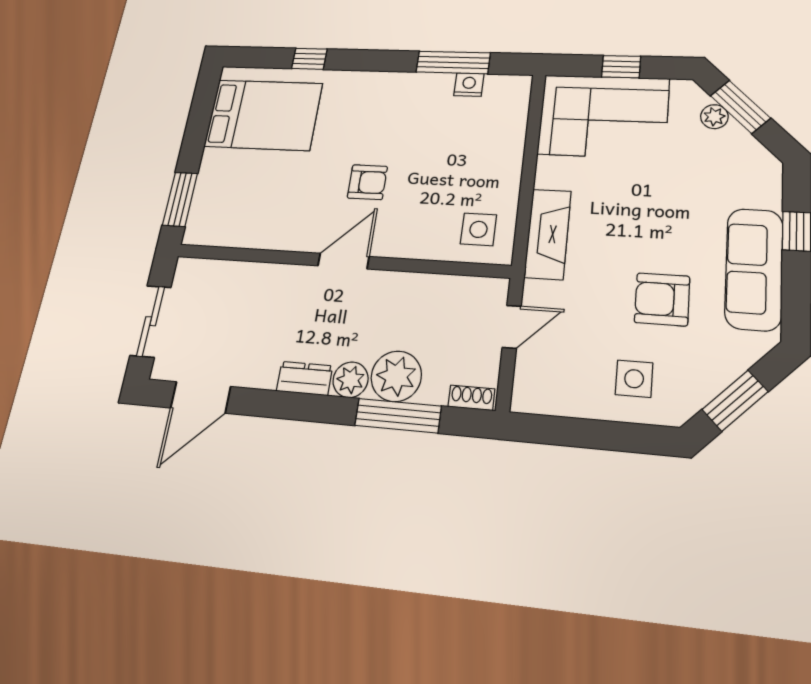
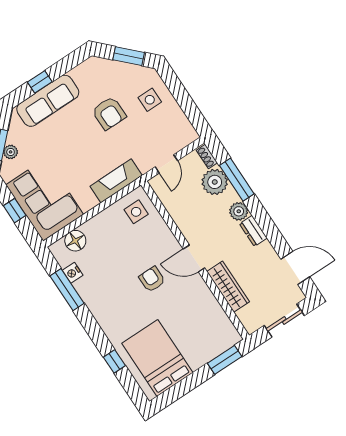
floor lamp: (510, 118) -> (75, 241), added
sofa: (754, 269) -> (48, 101), moved
wardrobe: (264, 279) -> (228, 287), added
door: (512, 327) -> (166, 164), swing flipped
plant: (396, 376) -> (215, 182), moved

